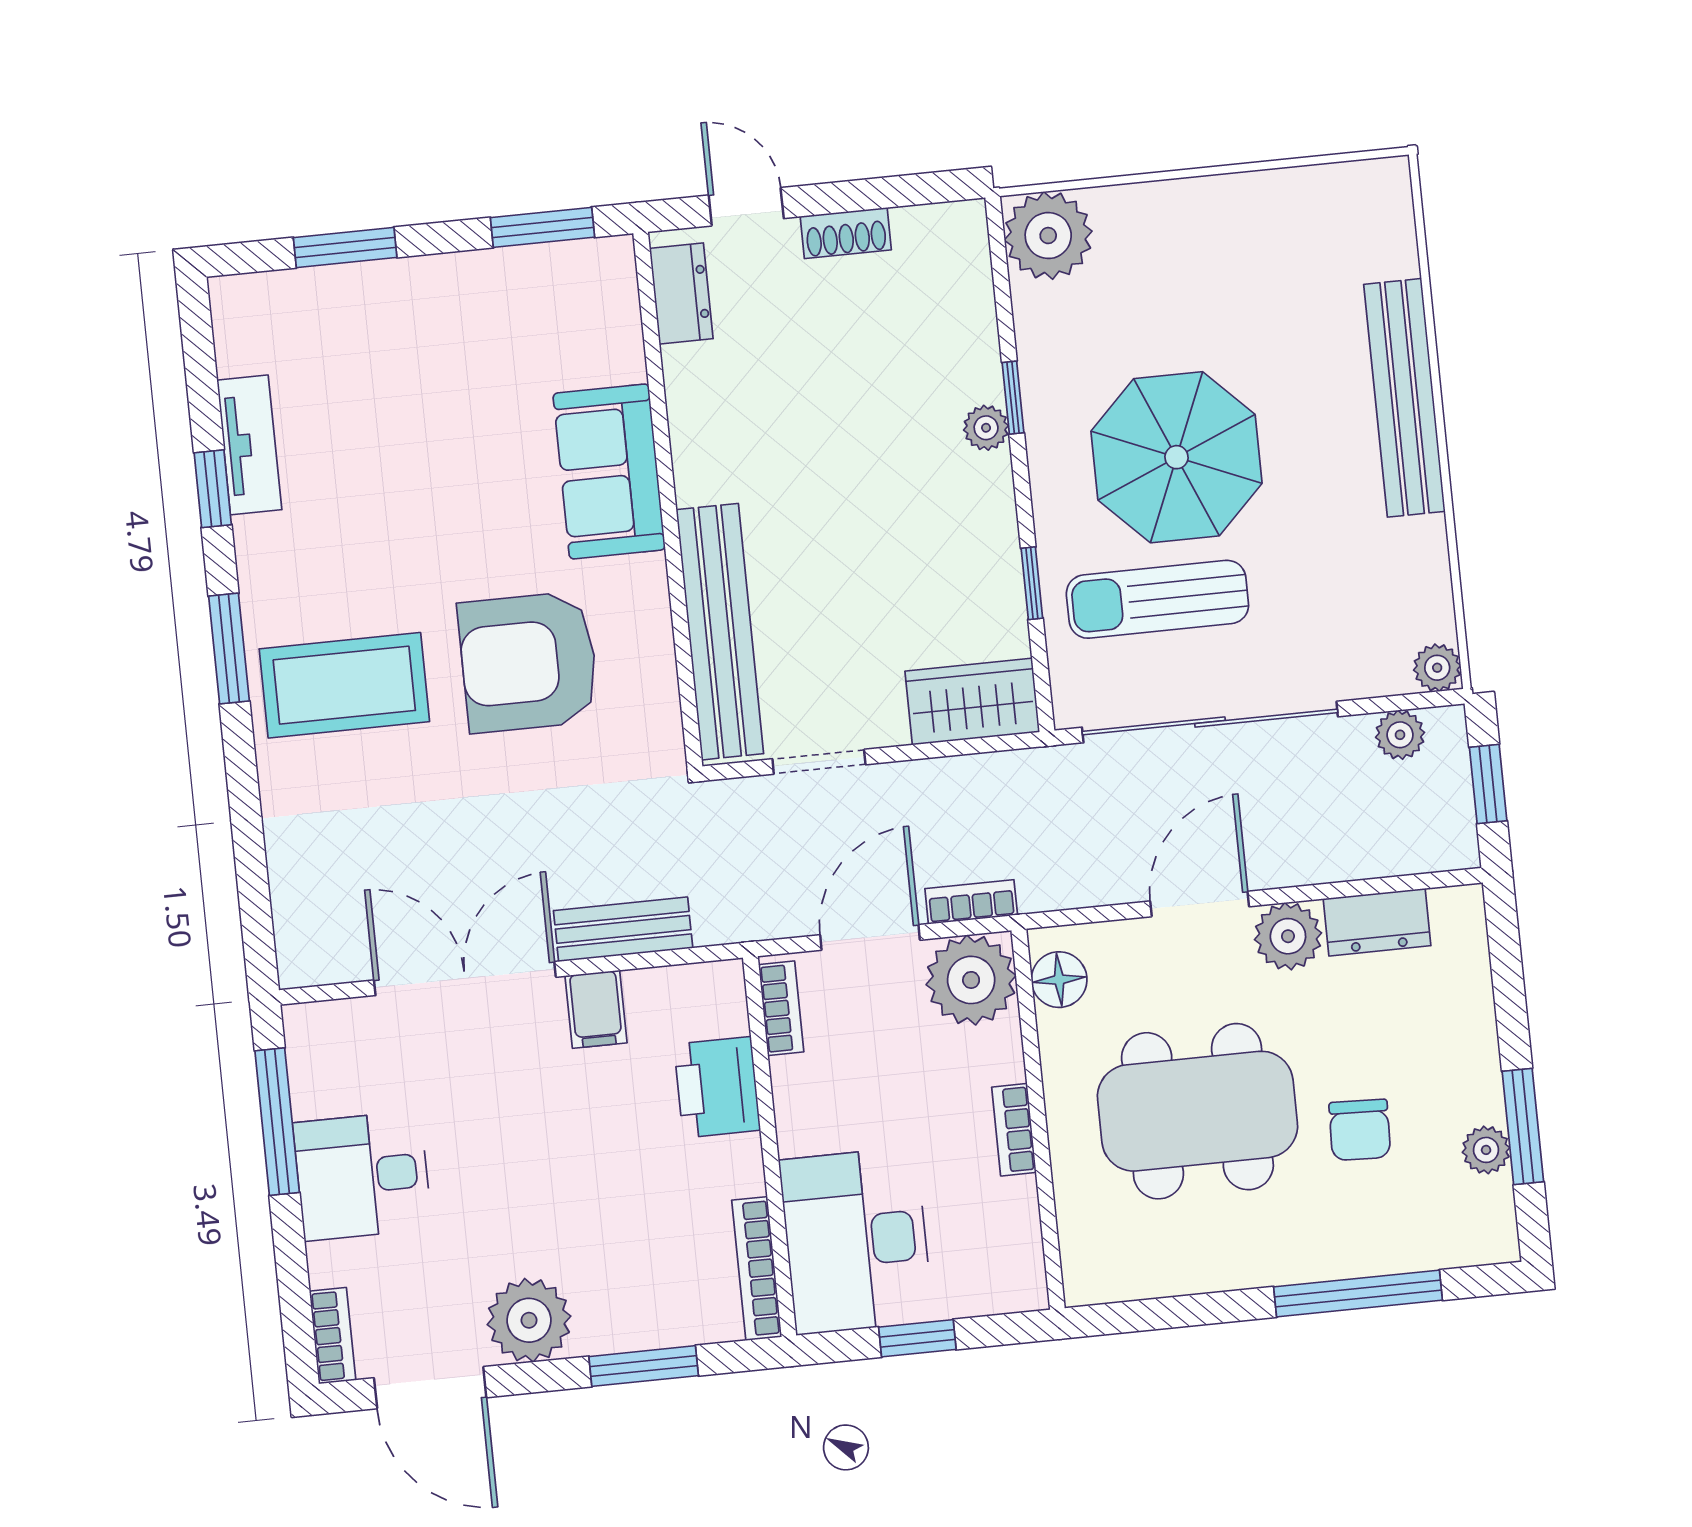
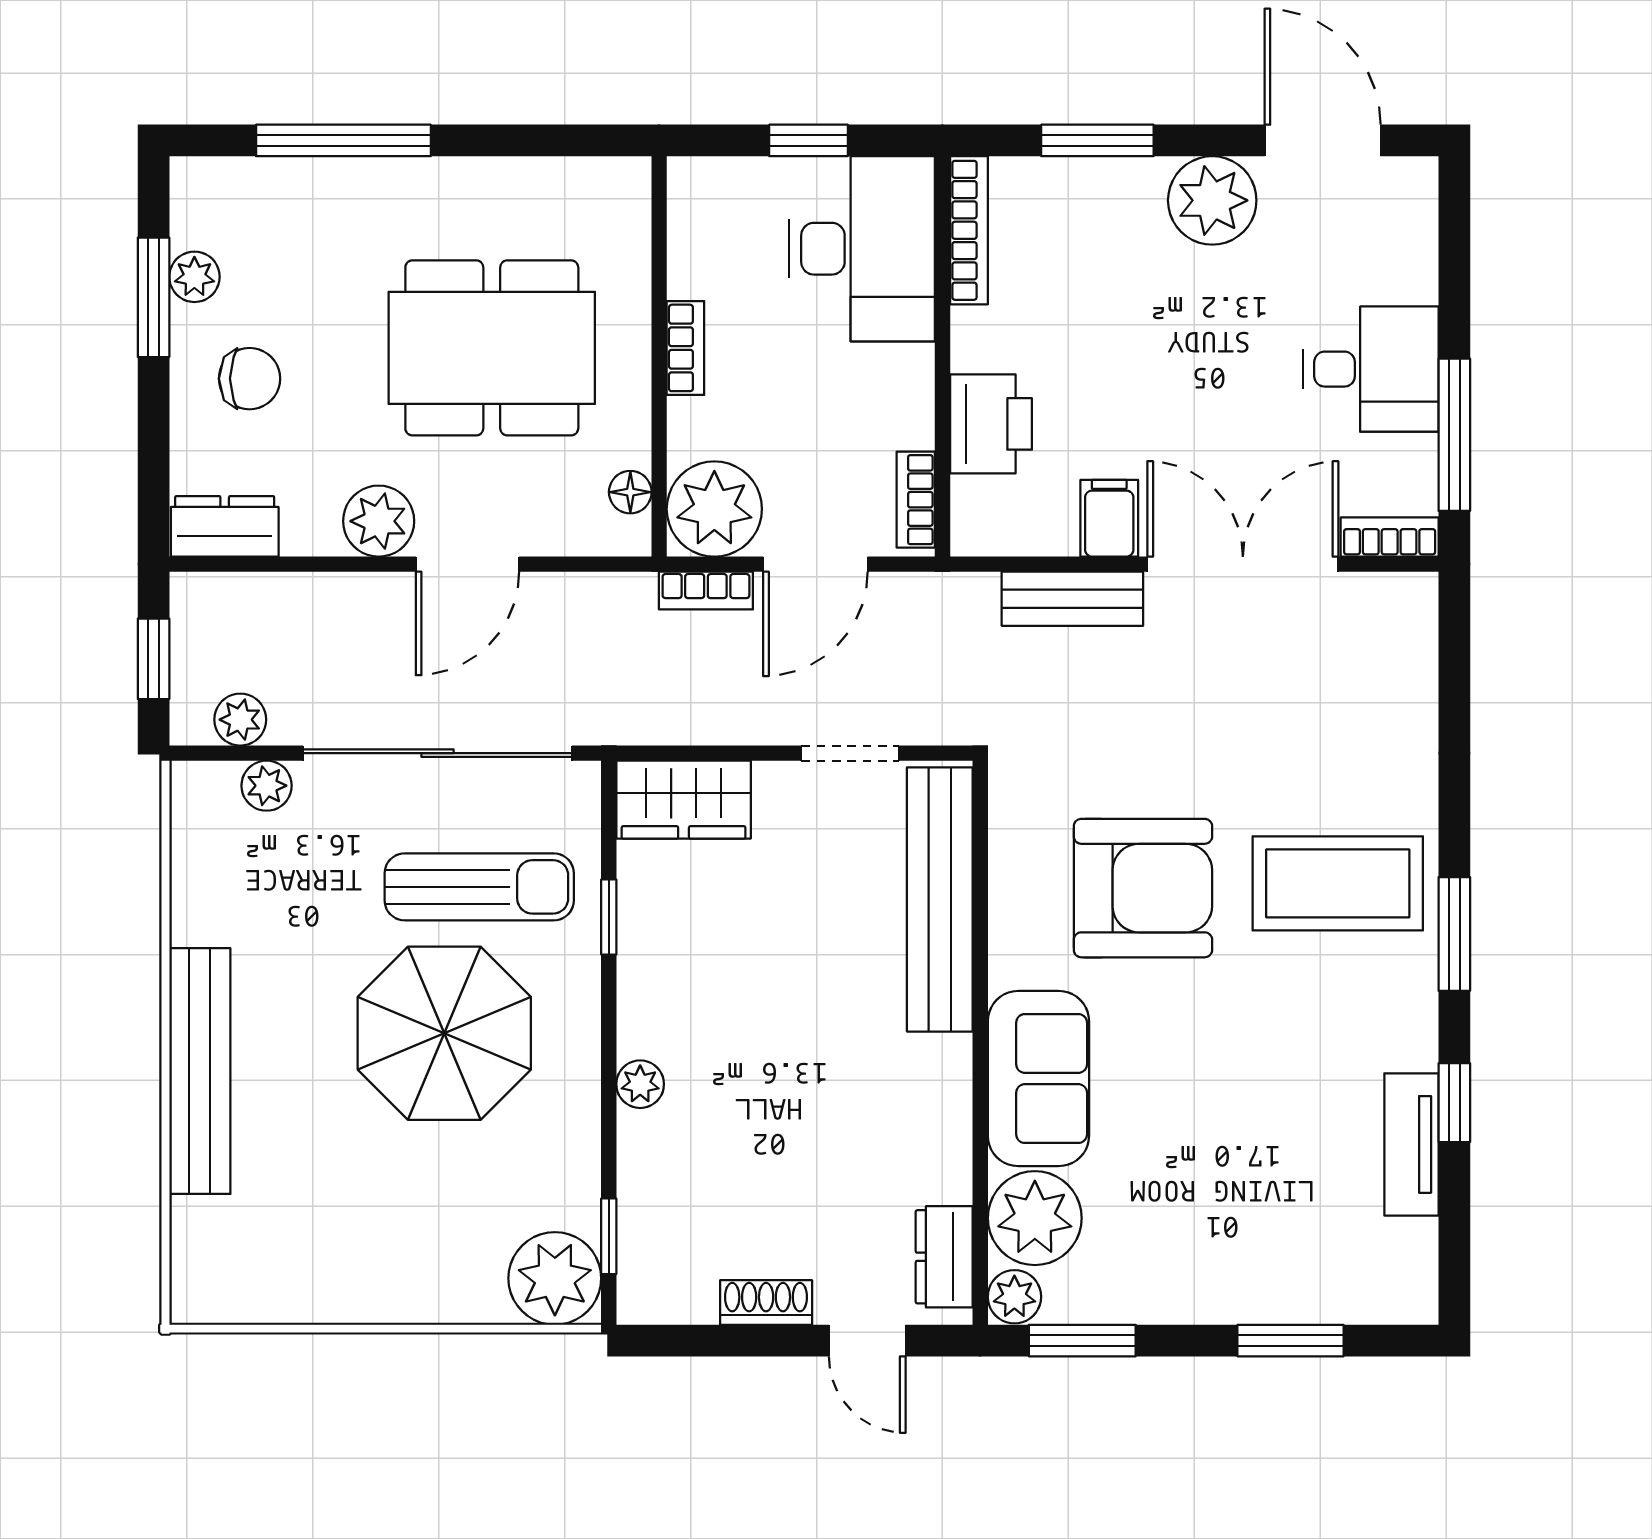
plant: (611, 262) -> (1014, 1297), added
plant: (599, 339) -> (1035, 1218), added
window: (1013, 398) -> (609, 1236), moved
plant: (1437, 668) -> (267, 786), moved
dresser: (1377, 922) -> (225, 526), moved
double door: (465, 979) -> (1243, 564), swing flipped
floor lamp: (1059, 980) -> (630, 492), width x0.73, depth x0.73
chair: (1360, 1130) -> (250, 379), moved, turned 88
bookcase: (333, 1336) -> (1390, 537), moved, turned 90

